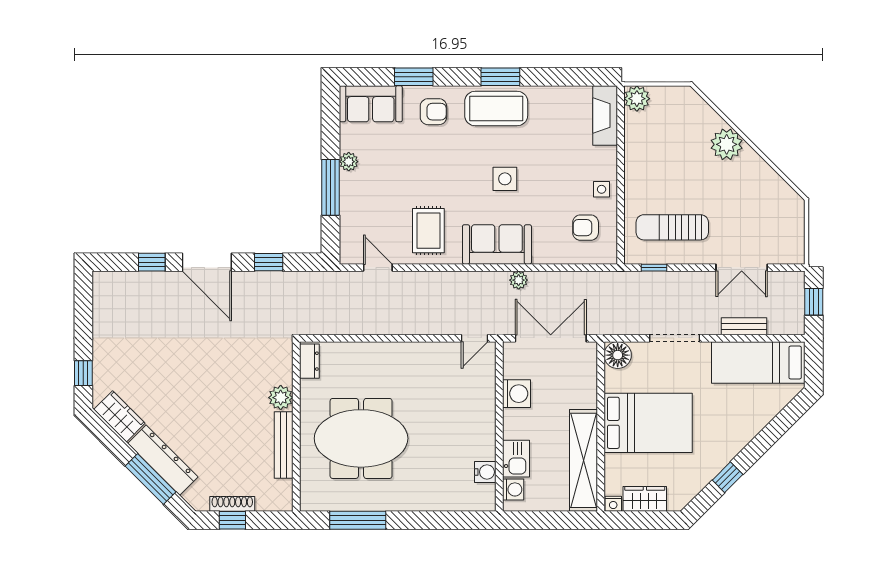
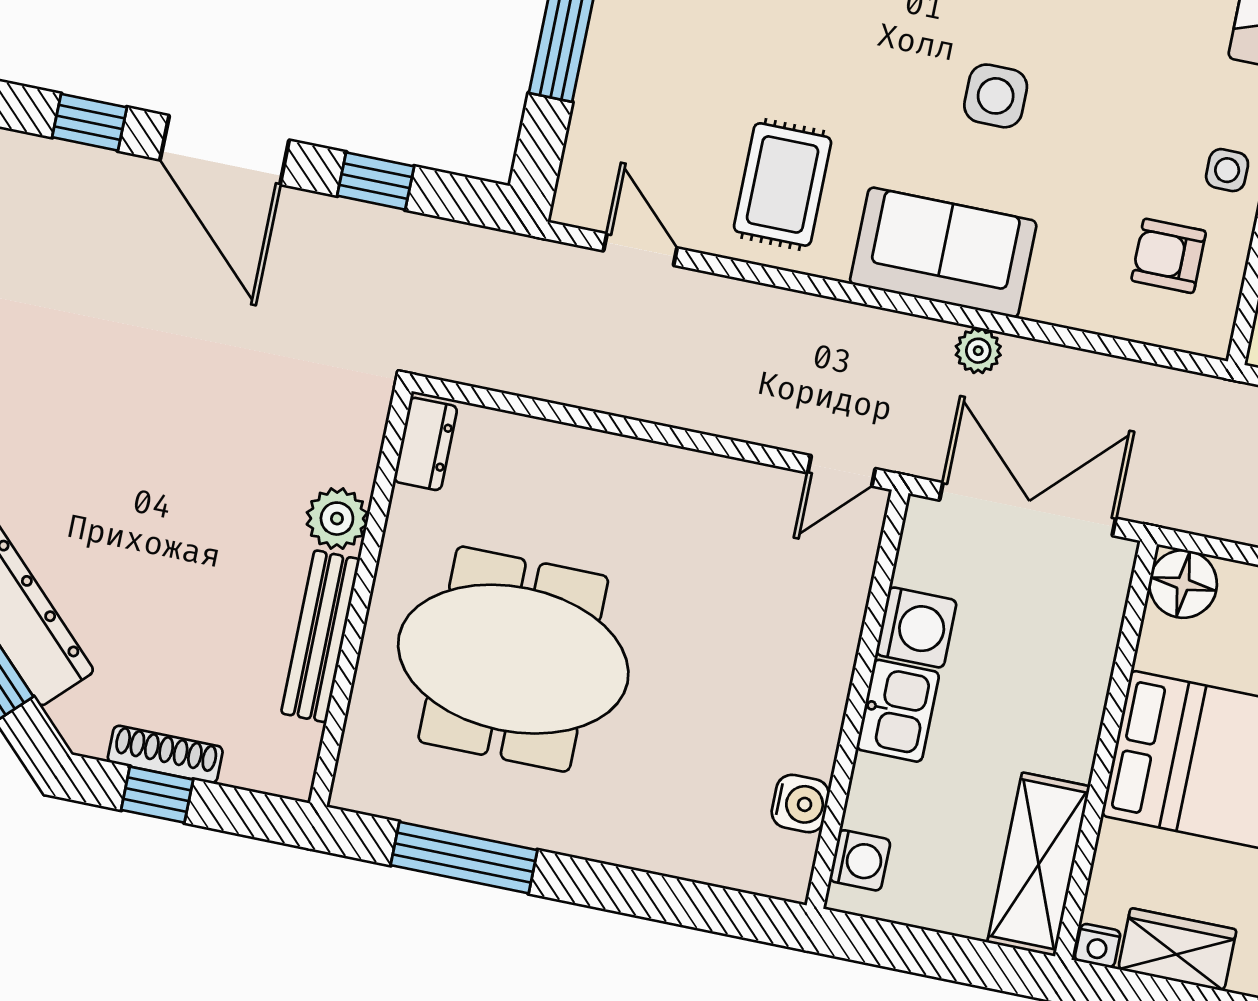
kitchen sink: (516, 459) -> (898, 711), moved
shelving: (584, 460) -> (1039, 864), width x0.68

